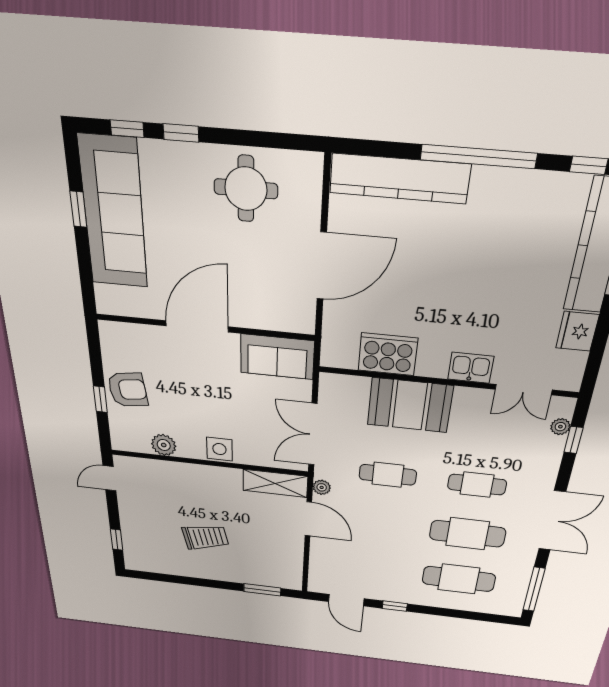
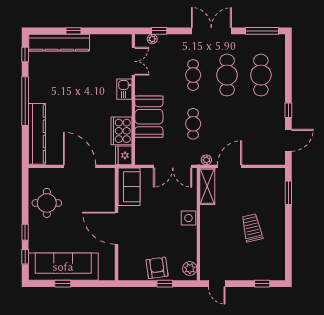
fridge: (577, 331) -> (124, 155), moved, turned 90
plant: (164, 445) -> (190, 268), moved

